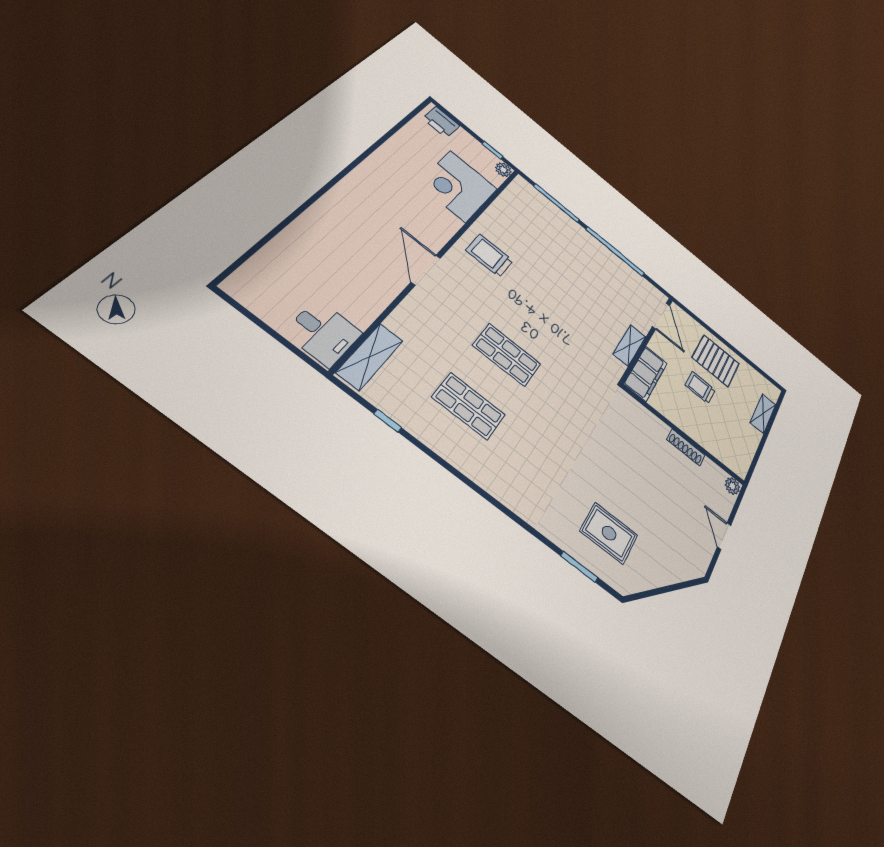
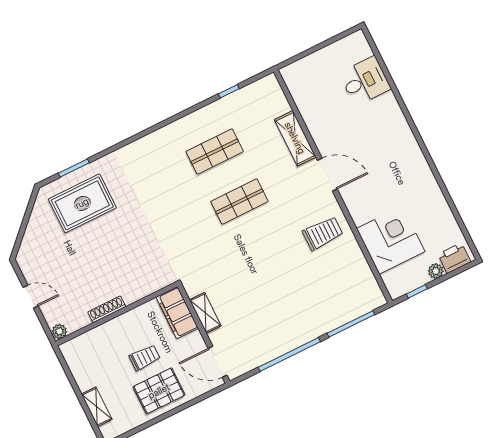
plant: (503, 170) -> (436, 271), moved
desk: (323, 333) -> (365, 81), moved, turned 180
shelving: (370, 357) -> (295, 138), moved
rug: (609, 533) -> (82, 203), width x1.36, depth x1.43

